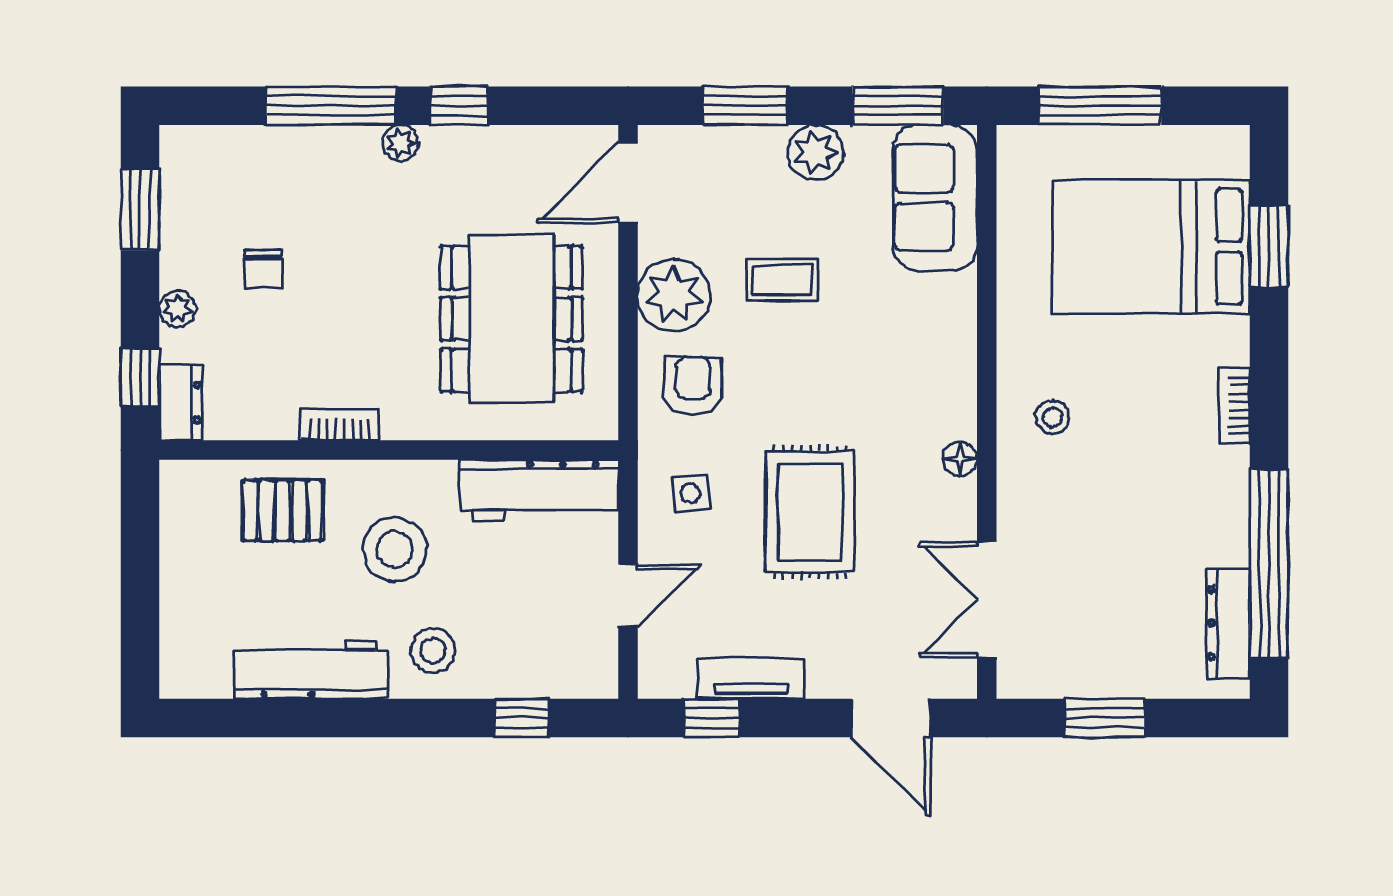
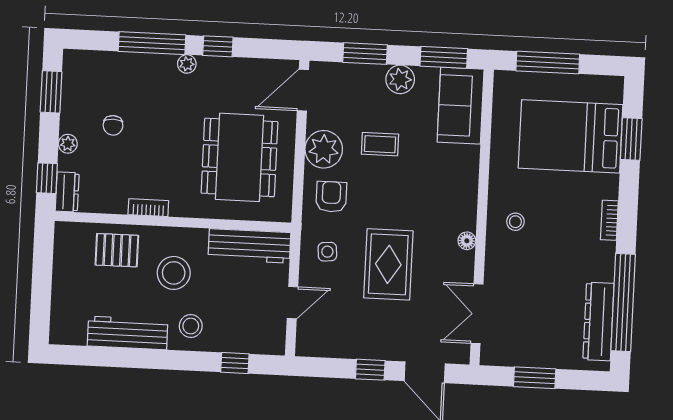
dresser: (1228, 623) -> (599, 321), width x1.37, depth x1.24
tv unit: (751, 678) -> (354, 348), removed
window: (711, 718) -> (370, 370), moved

